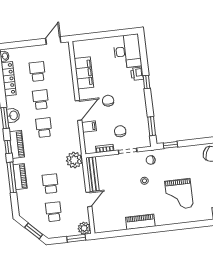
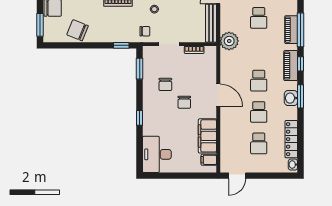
printer: (137, 74) -> (149, 128), removed
door: (79, 110) -> (218, 95), swing flipped
filing cabinet: (89, 127) -> (209, 160), moved
chair: (120, 131) -> (165, 84), moved

